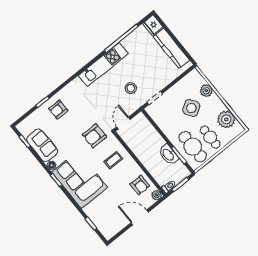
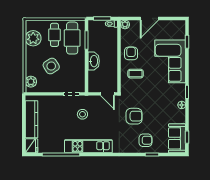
plant: (206, 91) -> (31, 82), moved
door: (123, 123) -> (107, 94), hinge flipped
armchair: (94, 136) -> (134, 116), moved
sofa: (42, 145) -> (177, 138), moved
washbasin: (168, 155) -> (94, 61), moved
corner sofa: (80, 180) -> (170, 61), moved
armchair: (140, 185) -> (131, 53), moved
door: (140, 217) -> (149, 18), hinge flipped

